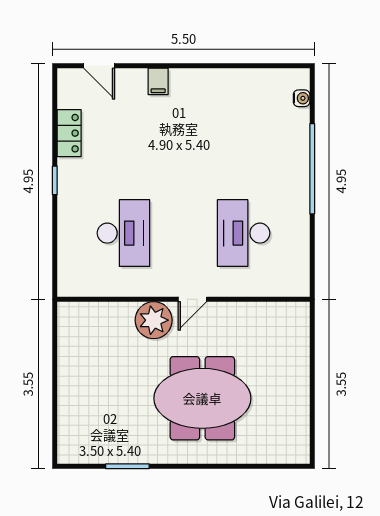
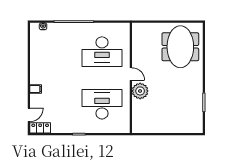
locker: (69, 133) -> (40, 128), moved
desk: (123, 233) -> (102, 104), width x1.36, depth x1.30
desk: (244, 233) -> (102, 52), width x1.36, depth x1.30
meeting table: (202, 398) -> (180, 47), moved

